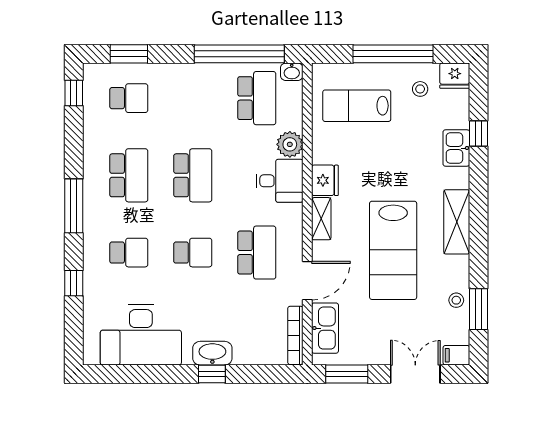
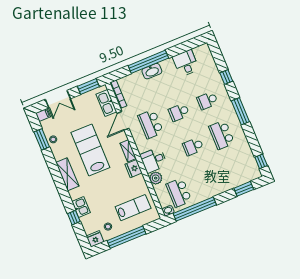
school desk: (129, 98) -> (236, 169), removed
school desk: (193, 175) -> (193, 147), width x0.54
desk: (141, 335) -> (186, 63), width x0.53, depth x0.77
window: (212, 374) -> (148, 62), width x3.17

